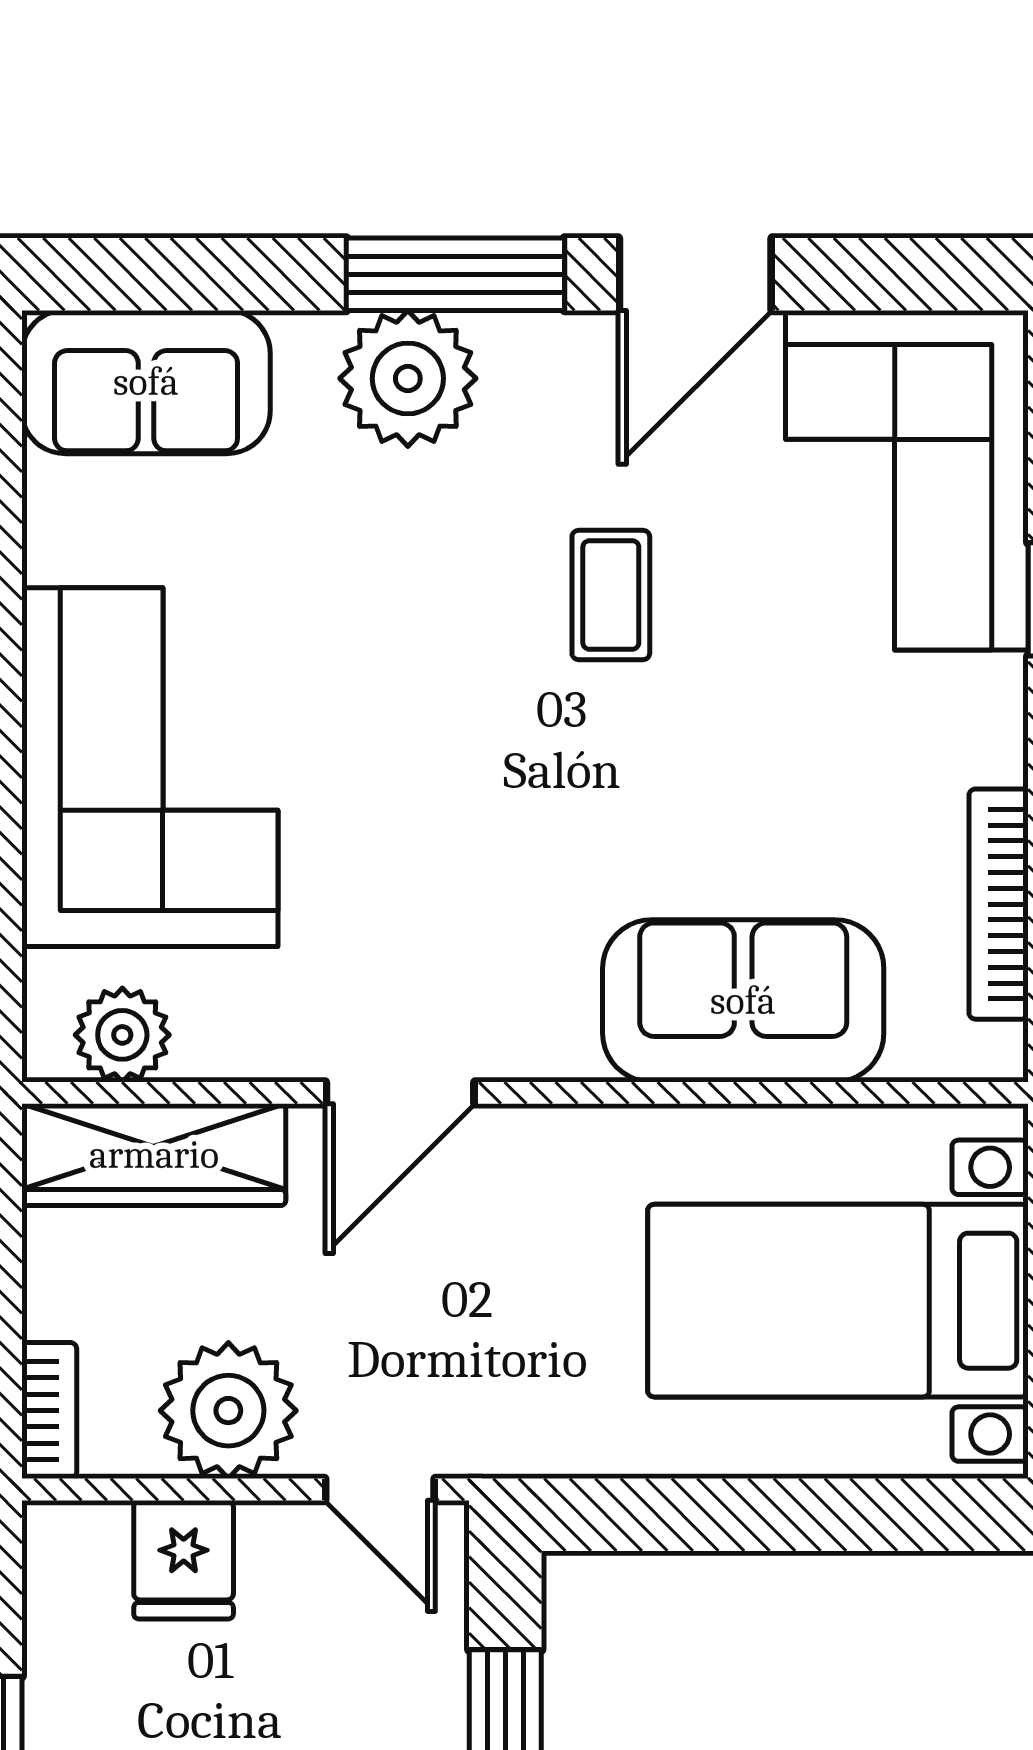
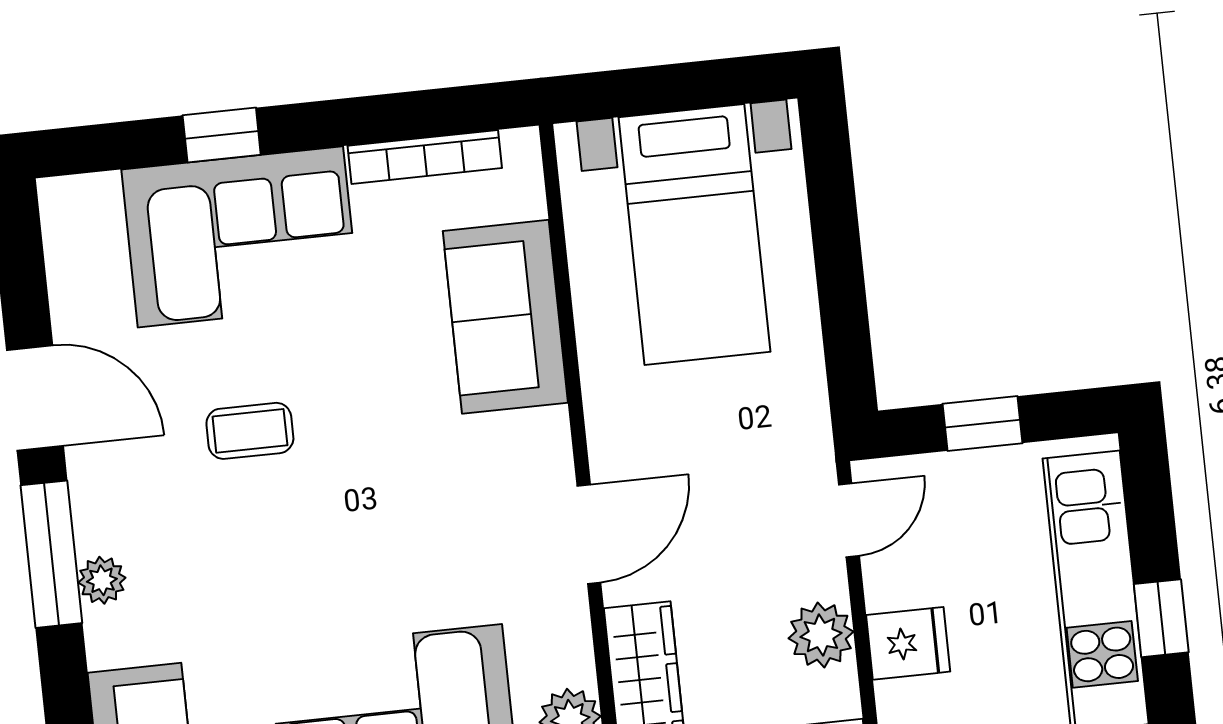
plant: (408, 378) -> (102, 580), width x0.53, depth x0.53
corner sofa: (907, 480) -> (240, 237), moved
door: (400, 1093) -> (589, 534), hinge flipped
plant: (228, 1411) -> (821, 635), width x0.73, depth x0.73

